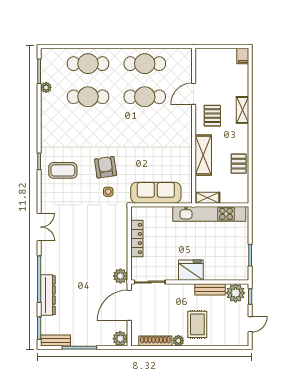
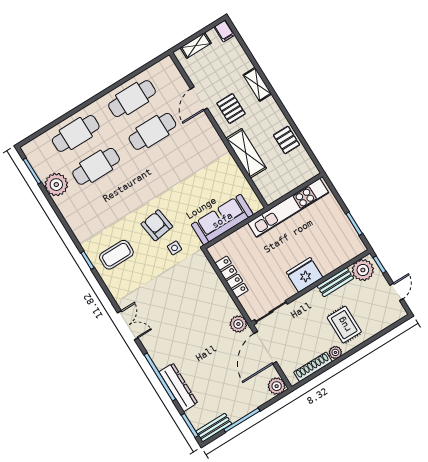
plant: (46, 87) -> (56, 185), width x1.87, depth x1.87
shelving: (207, 198) -> (196, 45), moved

